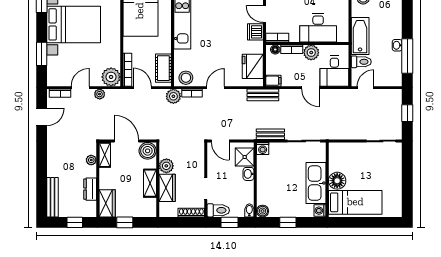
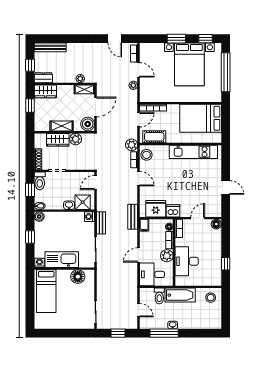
dishwasher: (255, 32) -> (173, 211), moved
window: (42, 54) -> (176, 39), moved
plant: (111, 77) -> (147, 95), removed
door: (366, 88) -> (139, 310), moved
floor lamp: (337, 181) -> (78, 277), moved
dresser: (90, 189) -> (43, 78), moved

